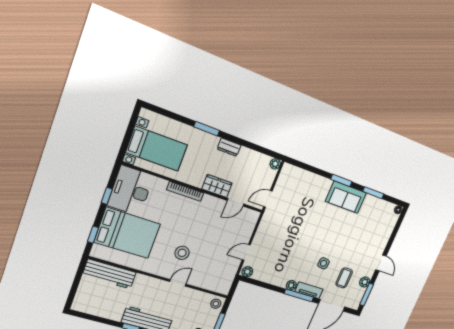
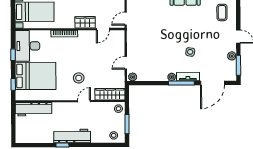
coffee table: (344, 278) -> (222, 12), moved
wardrobe: (212, 284) -> (110, 94), added

